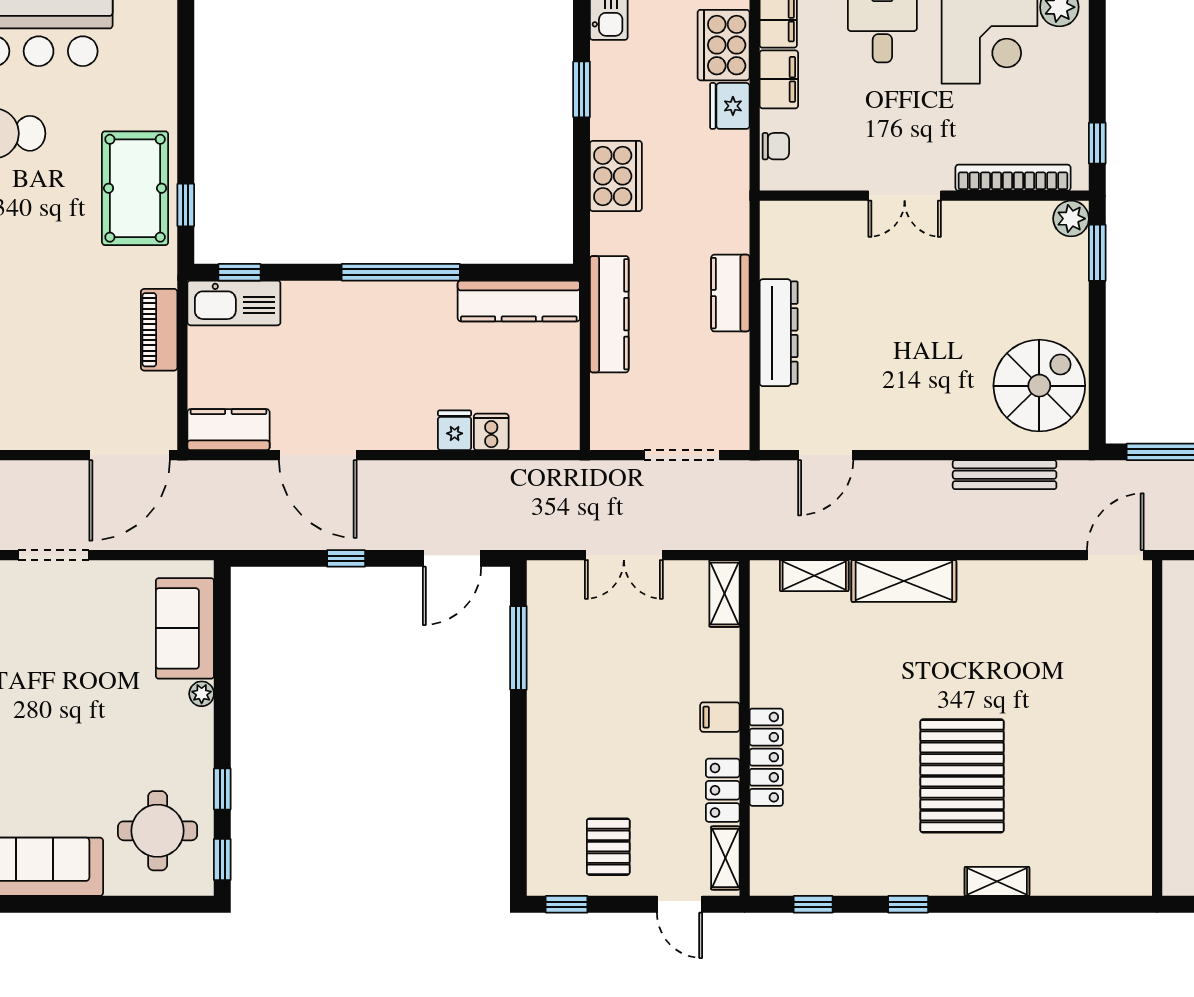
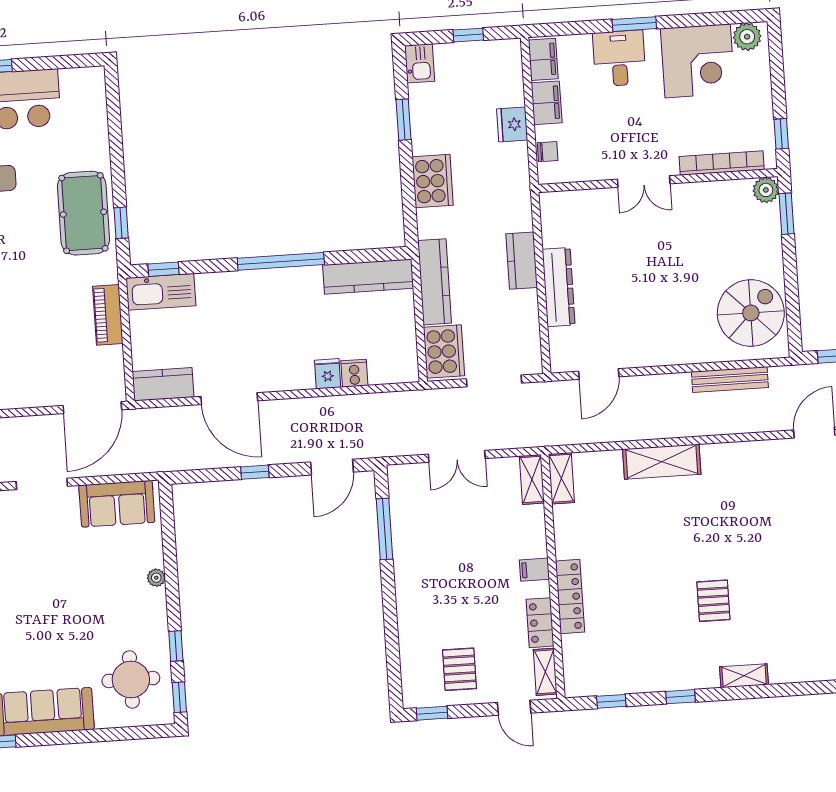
cooker: (724, 45) -> (444, 351), moved, turned 180
shelving: (814, 576) -> (561, 478), moved, turned 90
sofa: (185, 628) -> (117, 504), moved, turned -90
pallet: (962, 776) -> (713, 601), width x0.49, depth x0.50

